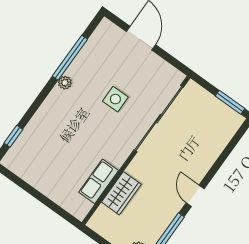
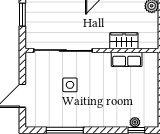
plant: (65, 83) -> (135, 122), moved

